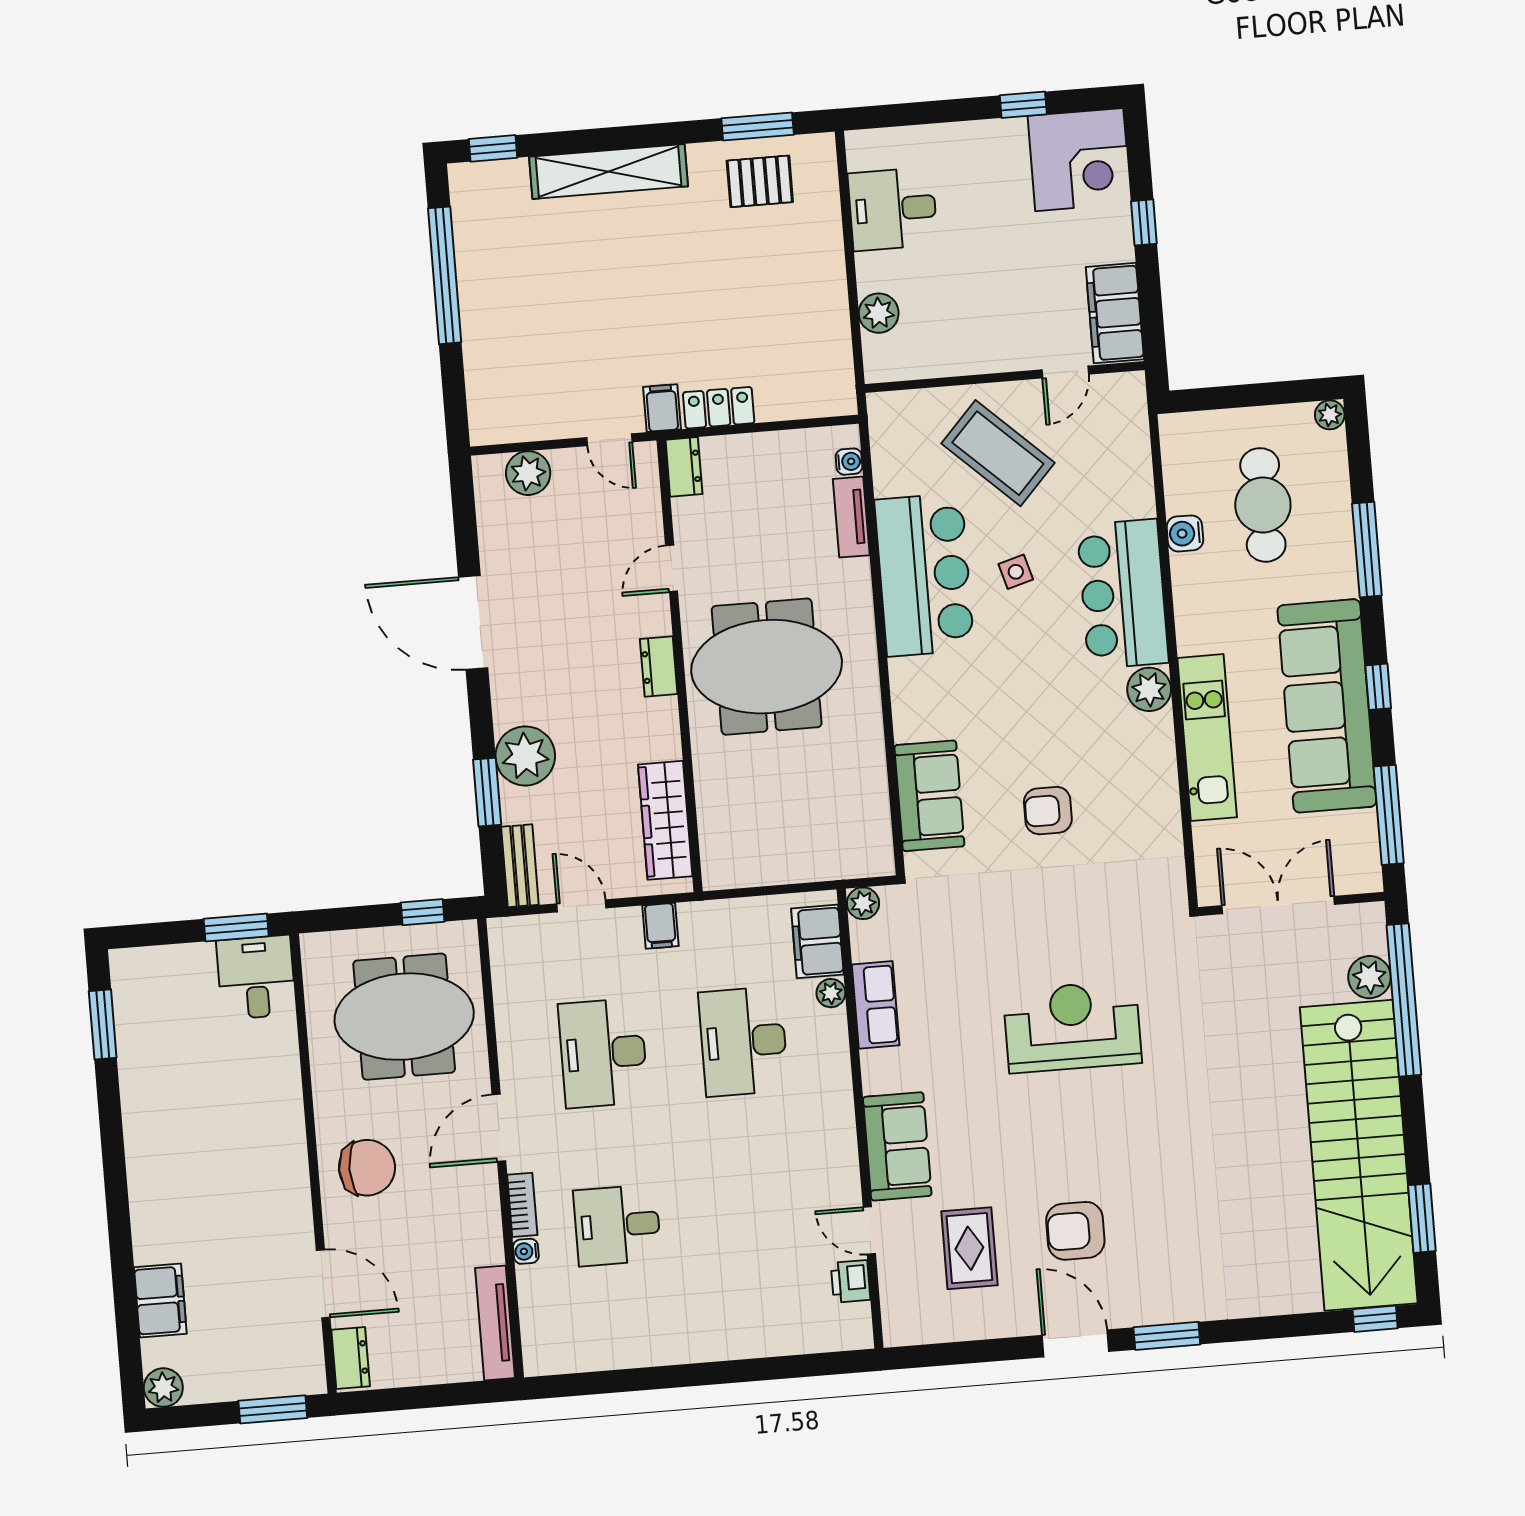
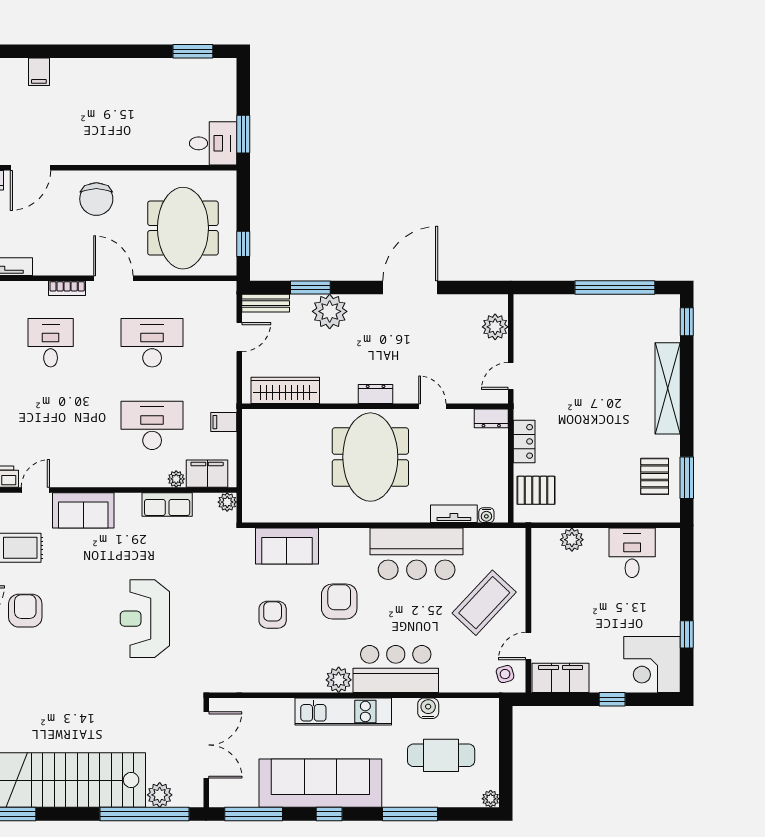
door: (1065, 372) -> (528, 646), hinge flipped
pallet: (800, 381) -> (536, 490), added
filing cabinet: (662, 408) -> (527, 408), removed
side table: (1016, 572) -> (505, 674), moved
armchair: (1016, 699) -> (339, 601), added
kitchen unit: (1207, 738) -> (343, 711), moved
filing cabinet: (660, 926) -> (224, 422), moved
reception desk: (1072, 1027) -> (145, 619), turned 180
water cooler: (526, 1251) -> (40, 288), removed
filing cabinet: (160, 1300) -> (39, 72), width x0.50

